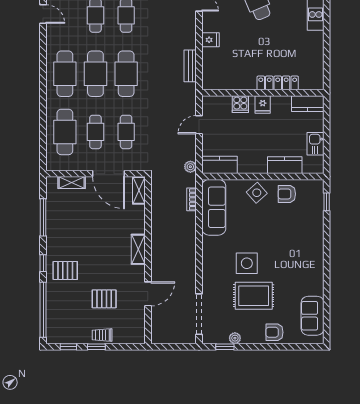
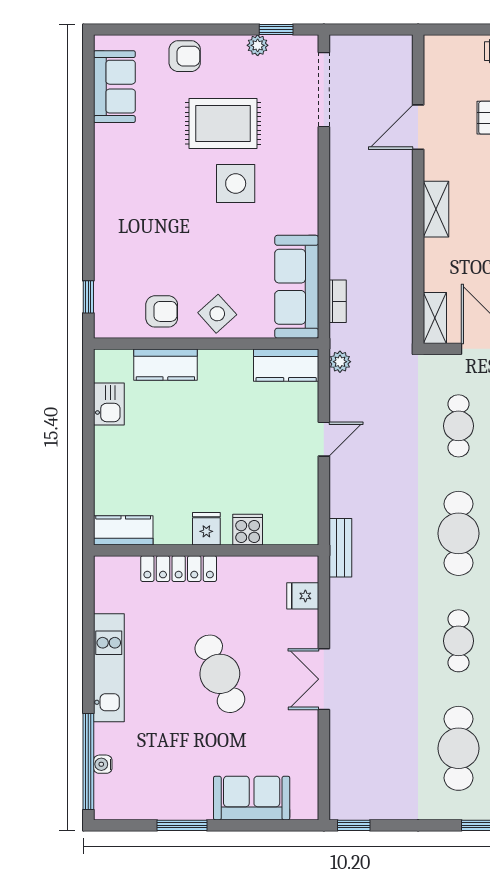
locker: (278, 83) -> (179, 569), moved
wall: (263, 93) -> (206, 550), moved
cooker: (240, 104) -> (248, 530), moved
kitchen counter: (308, 104) -> (123, 530), moved
fridge: (263, 105) -> (206, 529), moved

